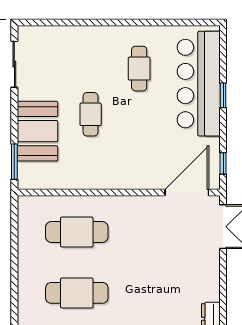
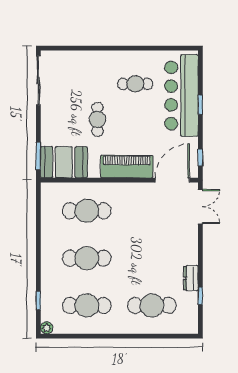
sliding door: (14, 64) -> (38, 80), width x1.37
cafe table: (139, 69) -> (135, 84), turned 90
booth: (37, 131) -> (64, 162), moved, turned 90
piano: (128, 175) -> (127, 167), added

